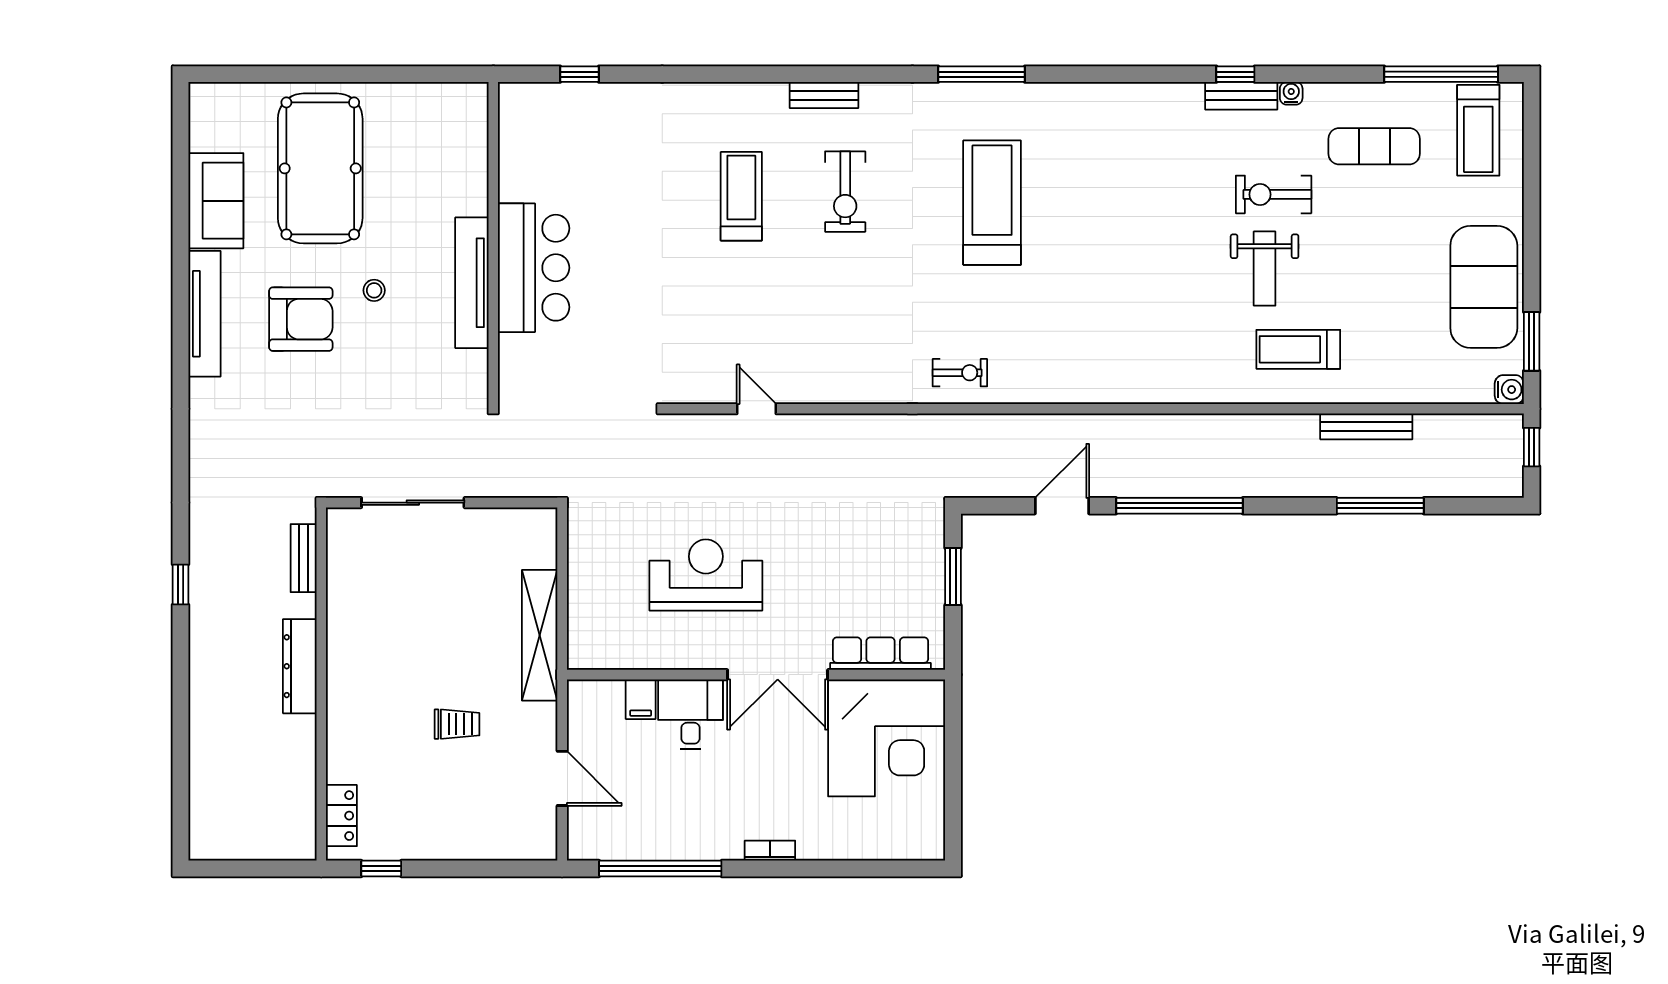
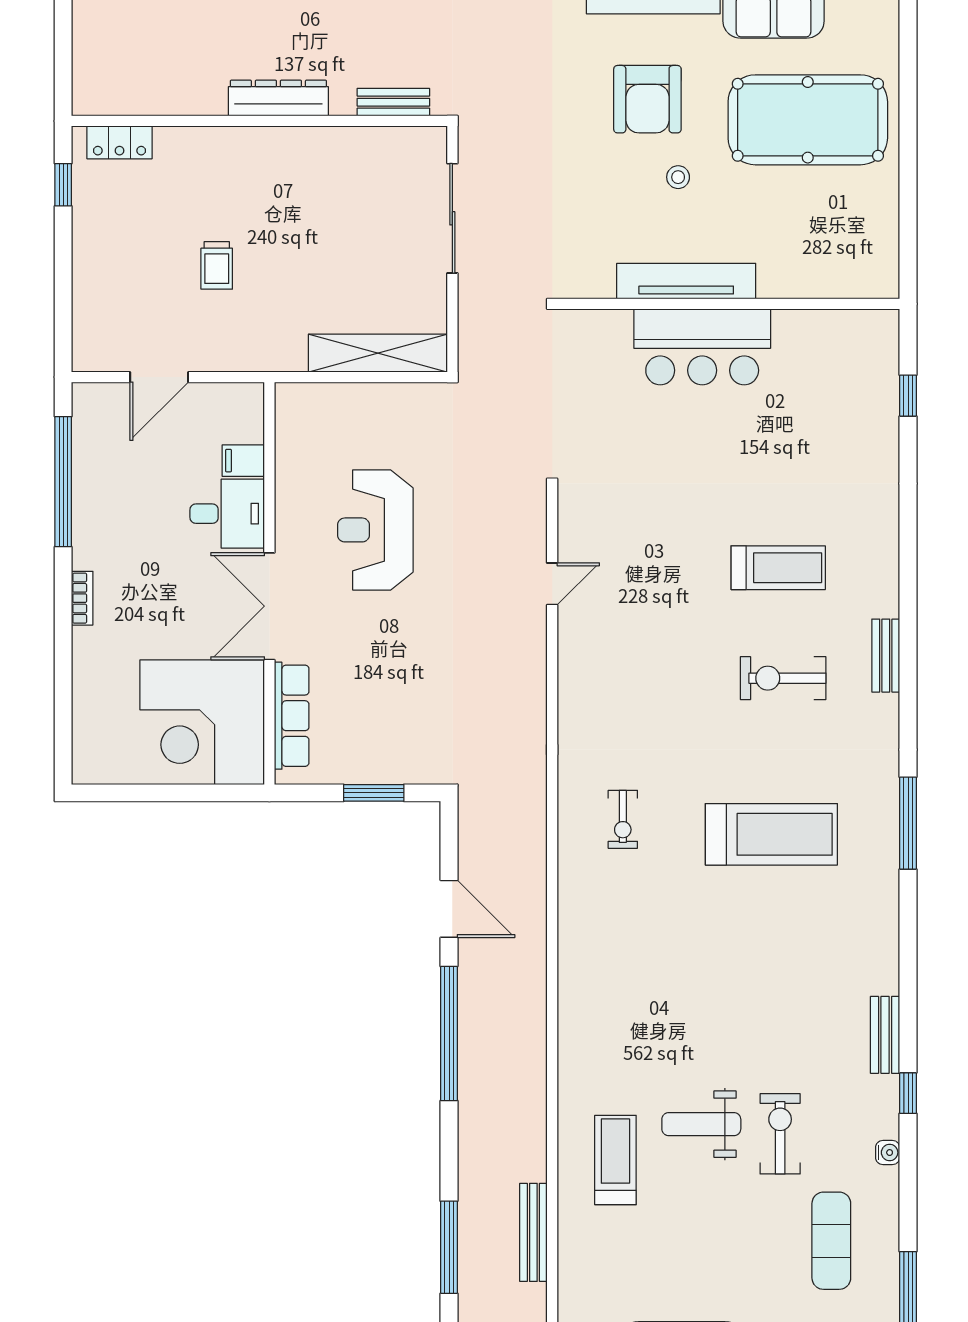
bench: (1241, 96) -> (885, 1035), moved
exercise bike: (960, 373) -> (623, 819), moved
reception desk: (706, 575) -> (375, 530), turned 180
shelving: (540, 635) -> (378, 353), moved

